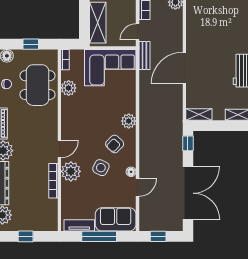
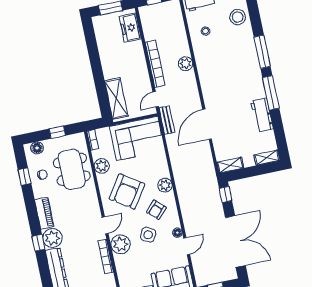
armchair: (89, 119) -> (127, 191), added

